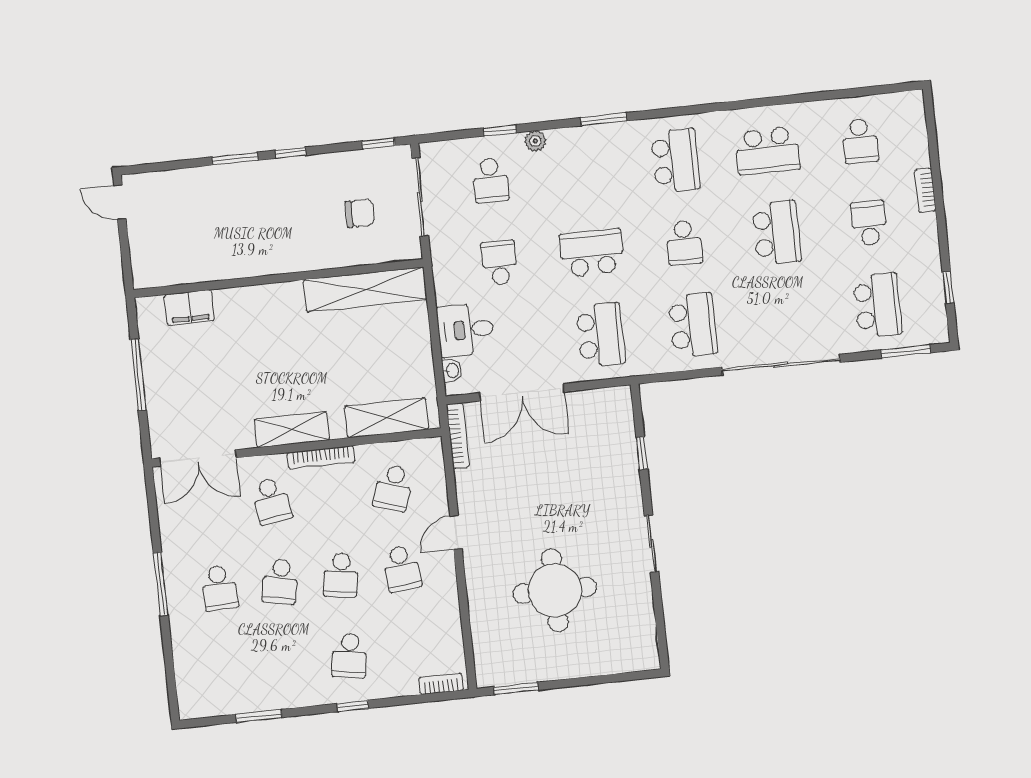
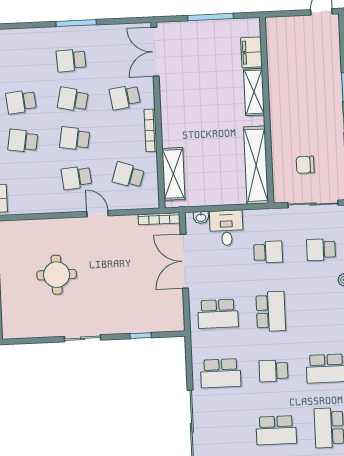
chair: (360, 213) -> (305, 165), turned 90
shelving: (292, 429) -> (254, 92), moved
round table: (555, 590) -> (57, 275), width x0.73, depth x0.73
school desk: (289, 662) -> (21, 102), added

